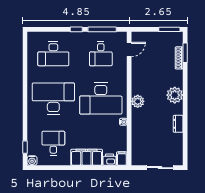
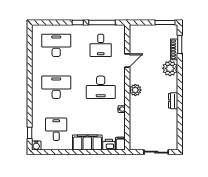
door: (129, 49) -> (127, 61), moved
desk: (53, 54) -> (56, 45), turned 180
plant: (175, 95) -> (170, 68), moved
desk: (53, 98) -> (56, 87), width x0.73, depth x0.77
desk: (101, 98) -> (101, 87), width x0.73, depth x0.77
dresser: (178, 124) -> (173, 101), moved

